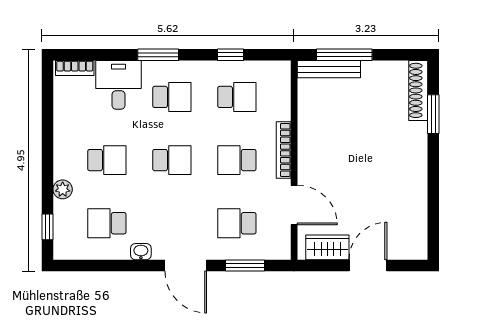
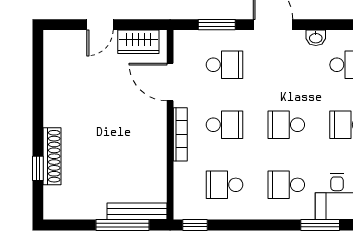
window: (158, 55) -> (320, 225), moved
window: (230, 55) -> (195, 225), moved
shoe rack: (418, 90) -> (52, 156), moved
window: (433, 114) -> (38, 168), width x0.67
door: (368, 266) -> (100, 25), width x0.73

